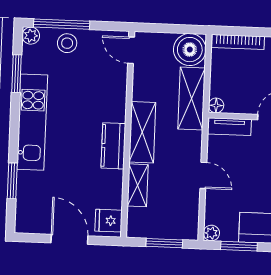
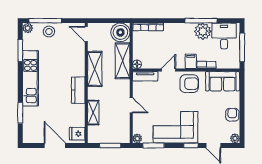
shelving: (142, 132) -> (95, 69), moved

